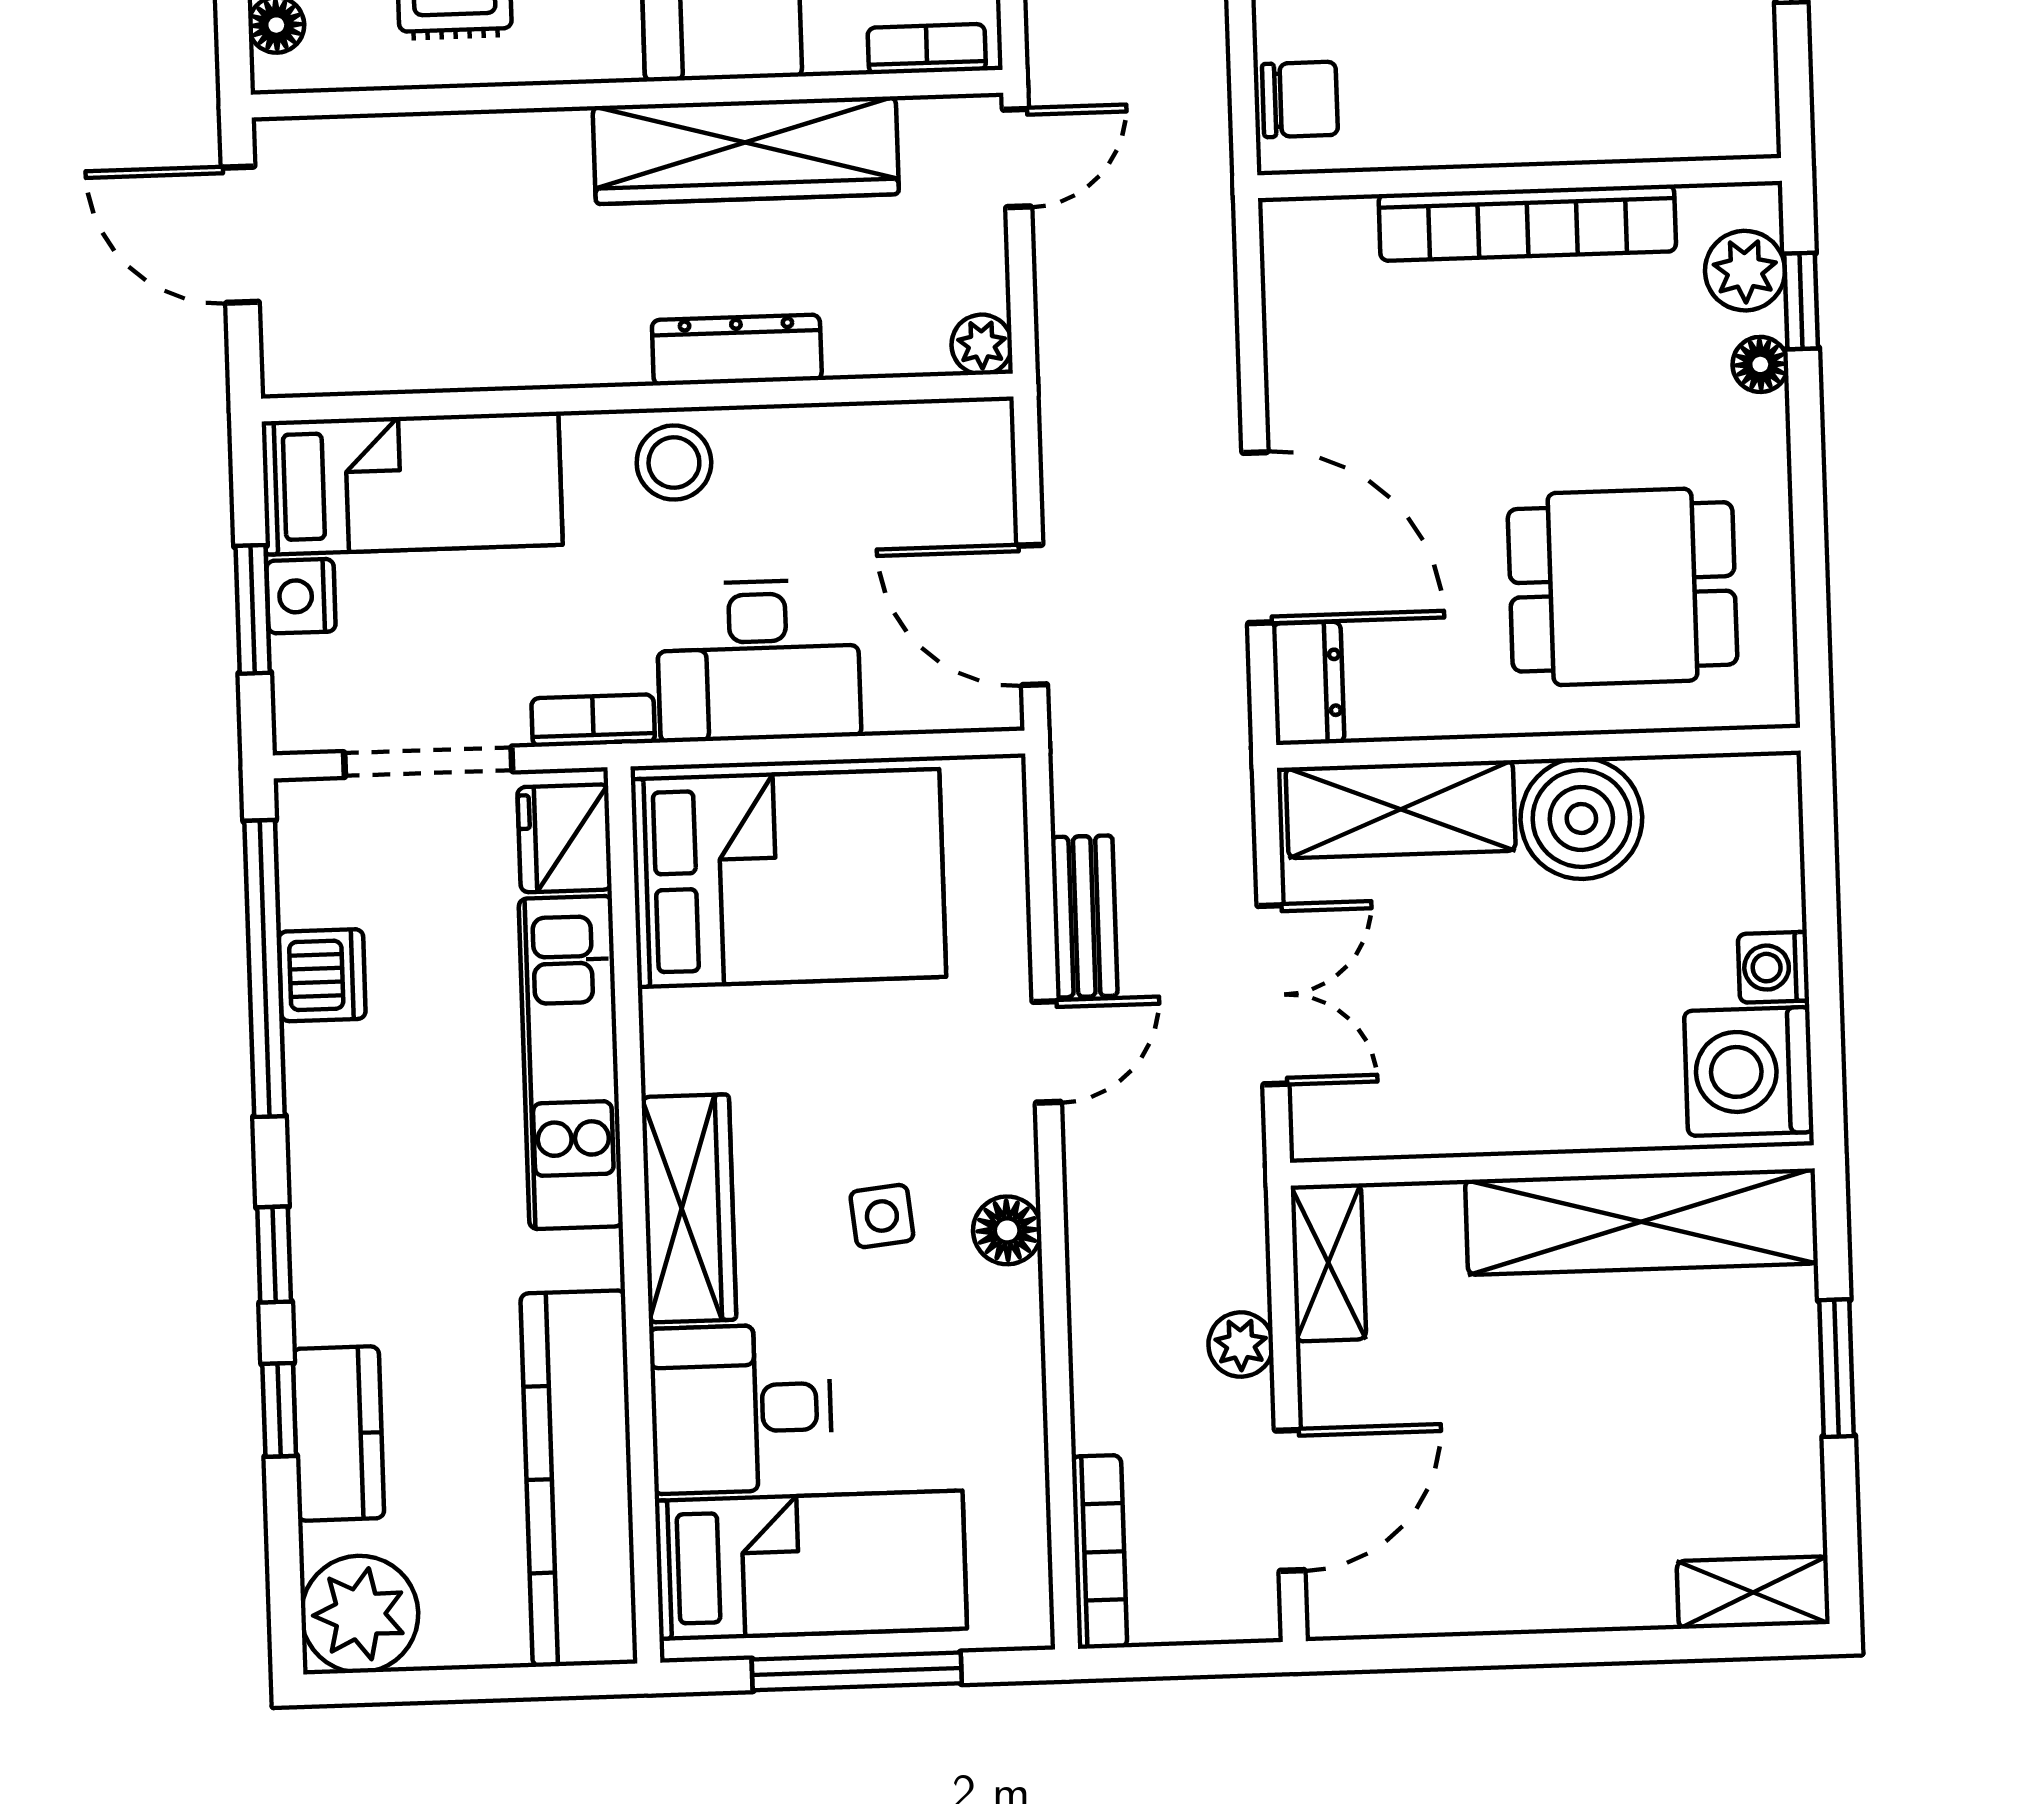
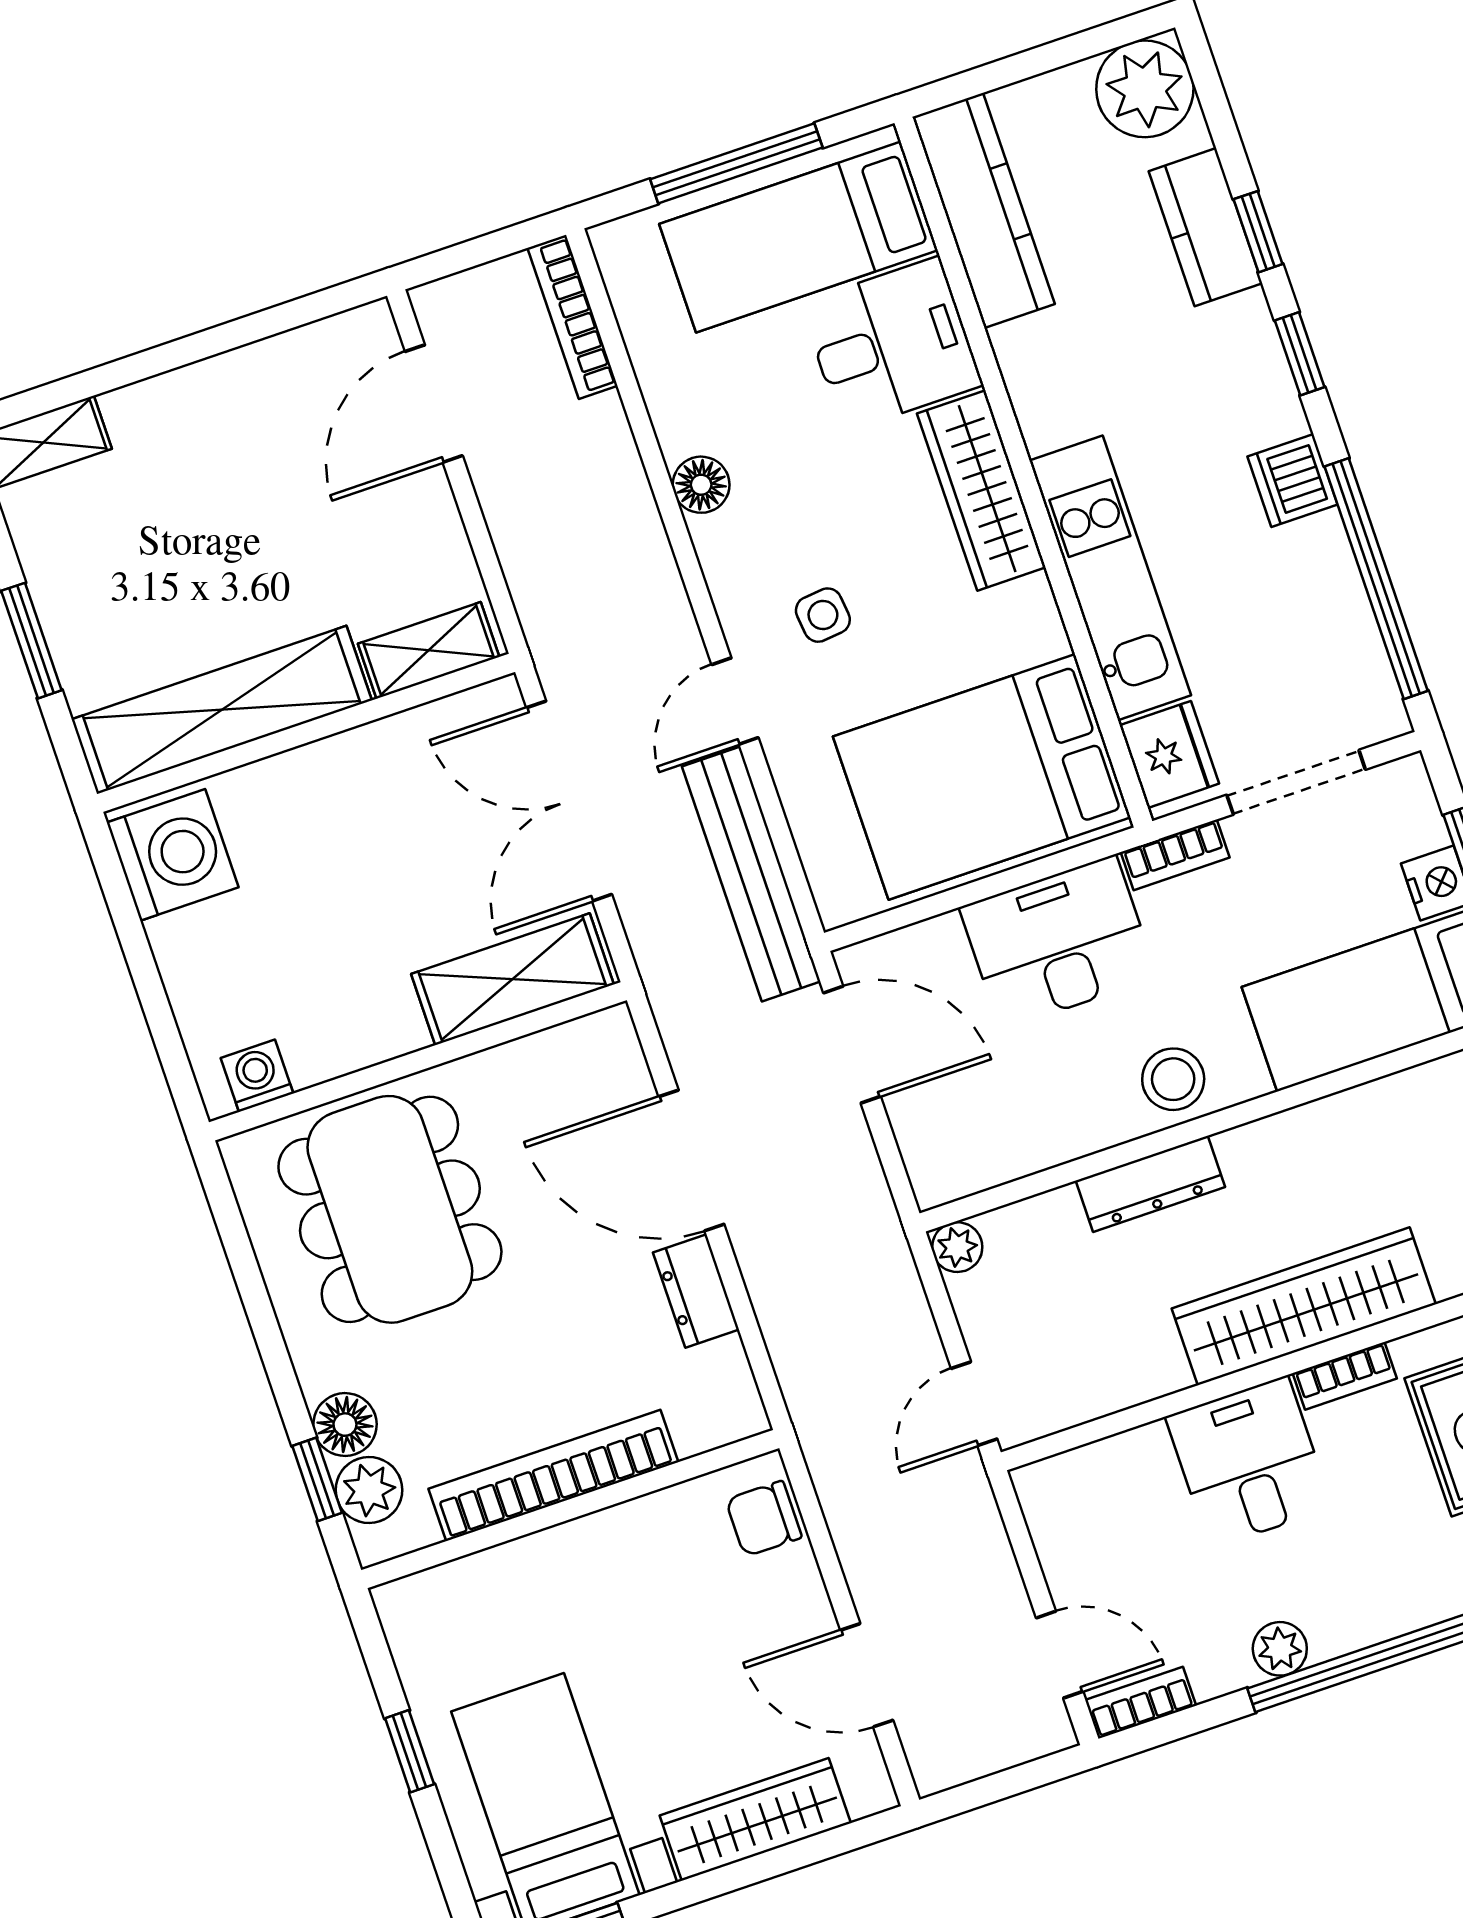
bookcase: (927, 49) -> (1345, 1376), moved
wardrobe: (746, 150) -> (1304, 1306), moved
floor lamp: (1760, 364) -> (345, 1425), width x1.37, depth x1.37
dining table: (1623, 587) -> (390, 1209), width x1.38
dresser: (1308, 683) -> (696, 1291), moved
boiler: (1581, 818) -> (367, 1015), removed
bench: (1084, 916) -> (751, 874), width x1.86, depth x1.21
washing machine: (1773, 967) -> (257, 1076), moved, turned -90
dishwasher: (322, 975) -> (1293, 480), moved
double door: (1273, 995) -> (569, 801), width x1.37
side table: (882, 1216) -> (823, 615), moved
floor lamp: (1007, 1230) -> (701, 485), moved
shelving: (1328, 1262) -> (429, 650), moved, turned 90
plant: (1241, 1345) -> (510, 516), removed
kitchen counter: (579, 1478) -> (984, 210), width x0.72, depth x0.86

